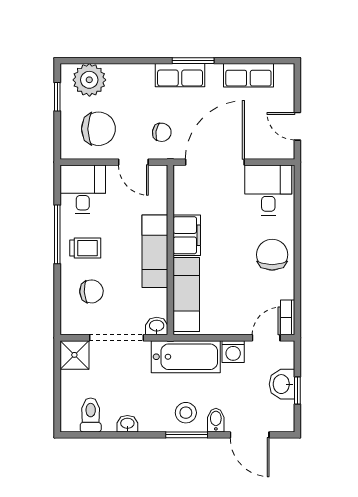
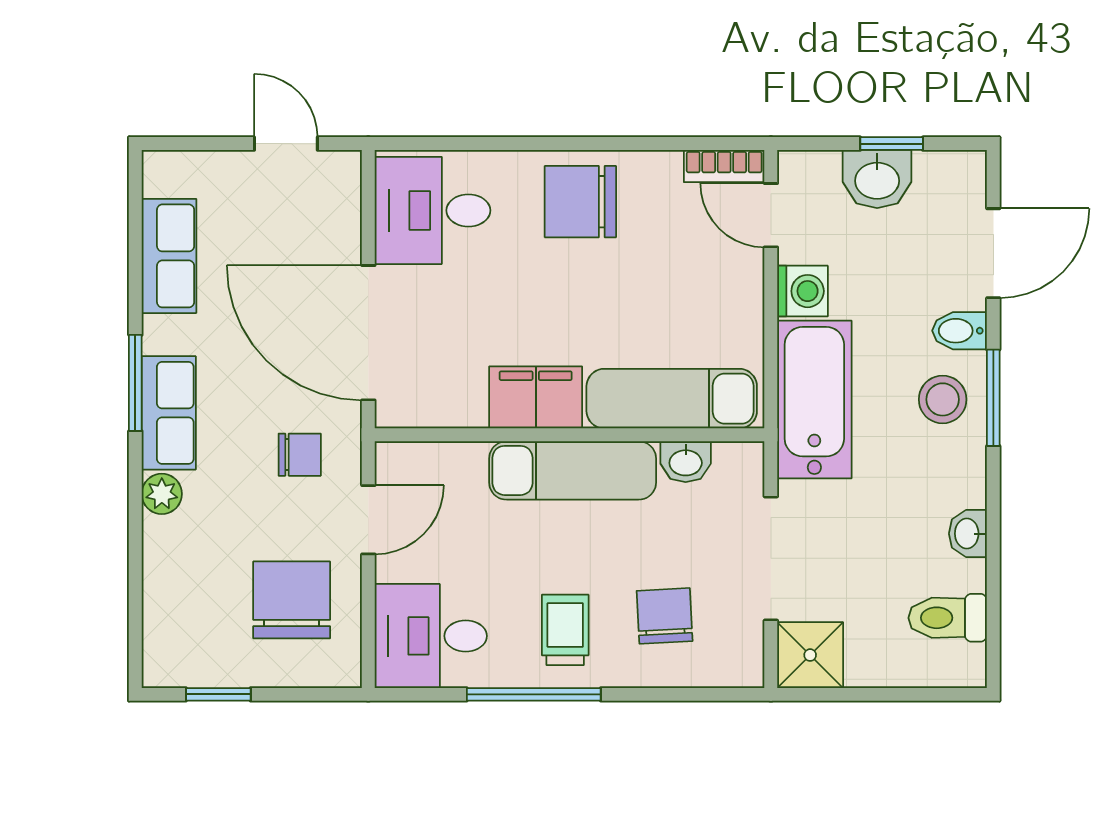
plant: (89, 80) -> (162, 494), moved, width x0.53, depth x0.53
door: (297, 126) -> (286, 144), swing flipped
chair: (162, 132) -> (300, 455), turned 81
washbasin: (157, 326) -> (686, 462), moved, turned -90

